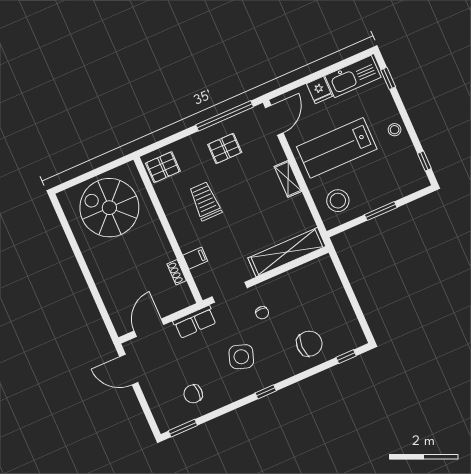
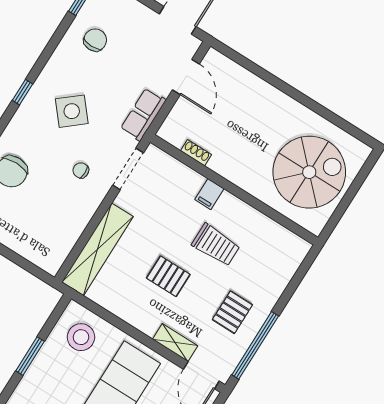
pallet: (163, 167) -> (168, 276), moved, turned 90
shelving: (288, 179) -> (175, 343), moved
filing cabinet: (195, 258) -> (209, 194), moved
side table: (241, 357) -> (72, 111), turned 31

